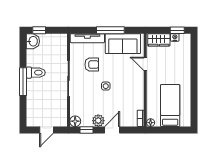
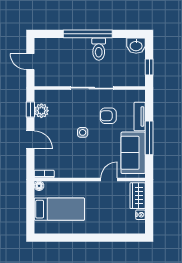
window: (39, 30) -> (149, 67), moved
window: (177, 30) -> (149, 218), removed
tv unit: (87, 38) -> (140, 116), width x0.71
armchair: (92, 65) -> (108, 116), turned 90
window: (23, 82) -> (88, 34), width x1.46
floor lamp: (75, 121) -> (41, 96), removed
plant: (98, 121) -> (41, 111), moved

